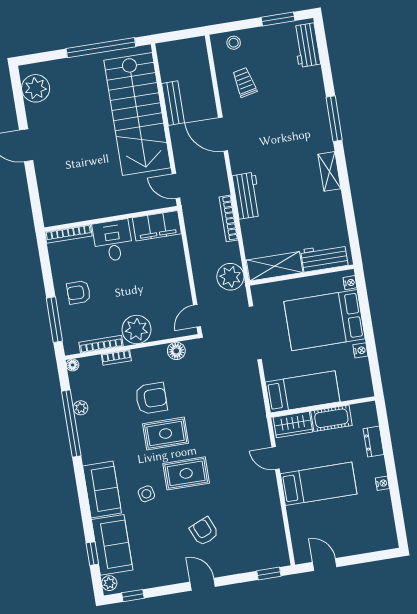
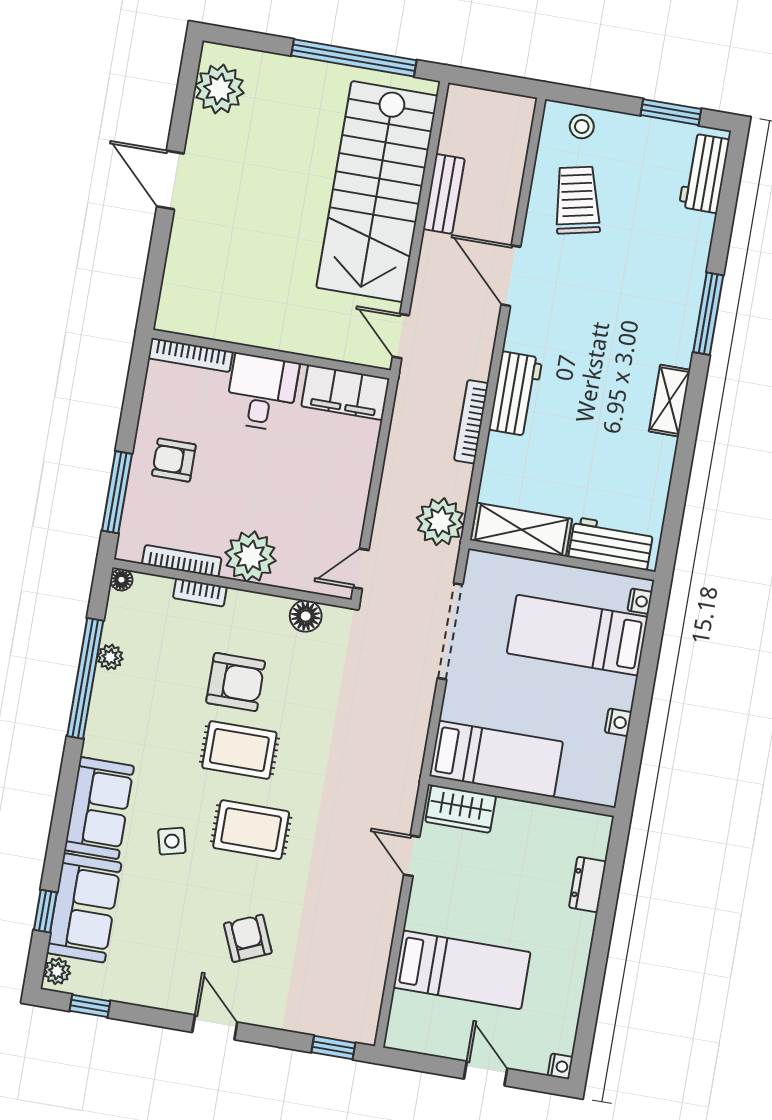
trolley: (245, 82) -> (577, 200), width x1.36, depth x1.39
bed: (324, 320) -> (577, 635), width x0.67
cot: (331, 418) -> (530, 820), removed
nightstand: (382, 483) -> (560, 1066), moved
bed: (319, 484) -> (462, 970), moved
door: (325, 564) -> (486, 1074), moved

